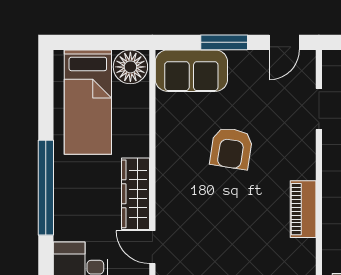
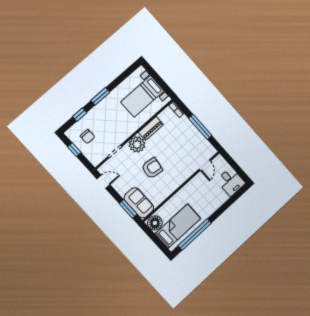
window: (224, 42) -> (128, 209), moved
plant: (297, 159) -> (137, 144), added
window: (46, 188) -> (195, 234), moved
wardrobe: (135, 194) -> (193, 185), removed

